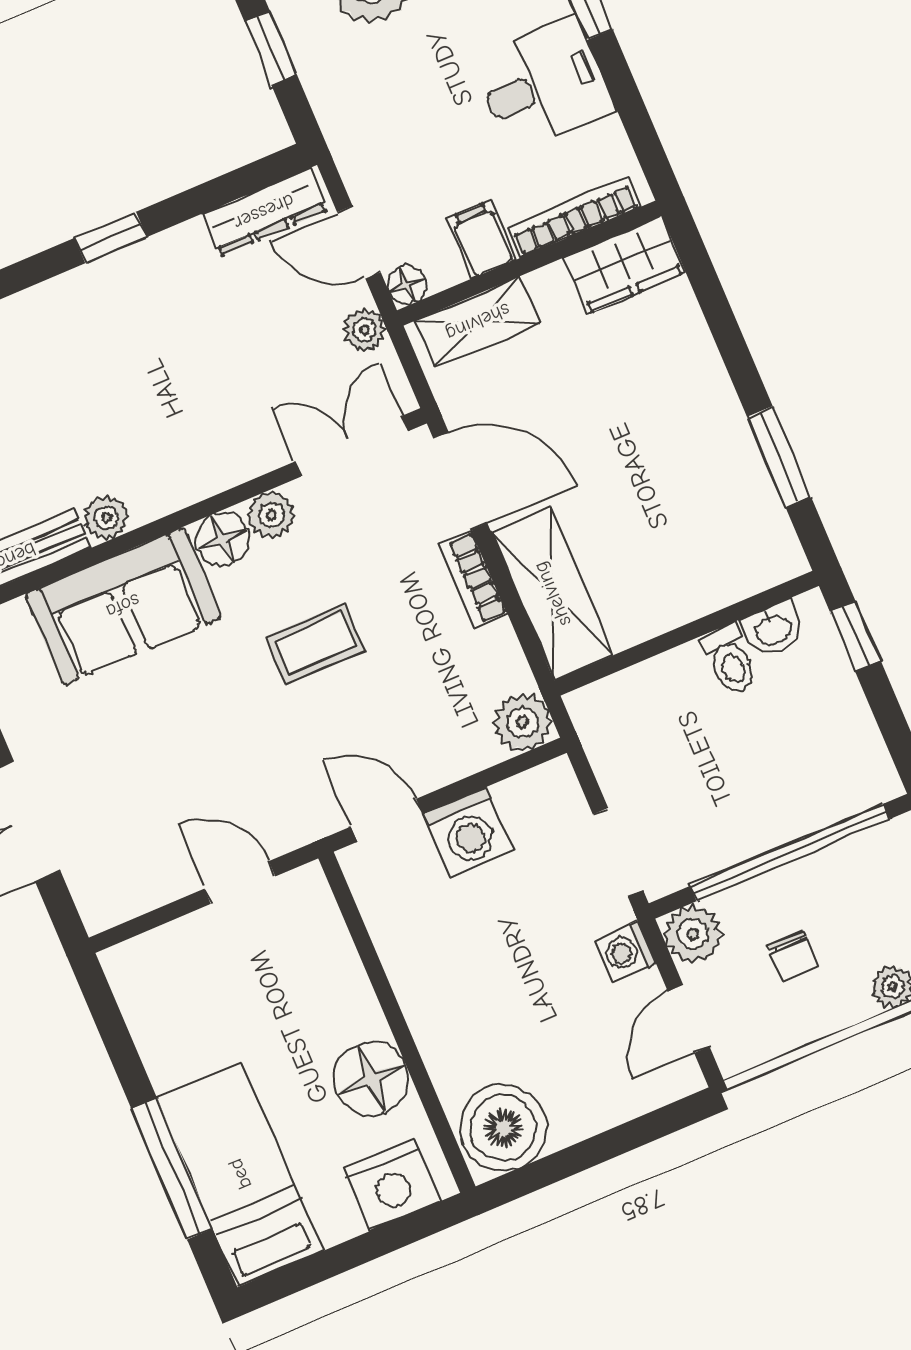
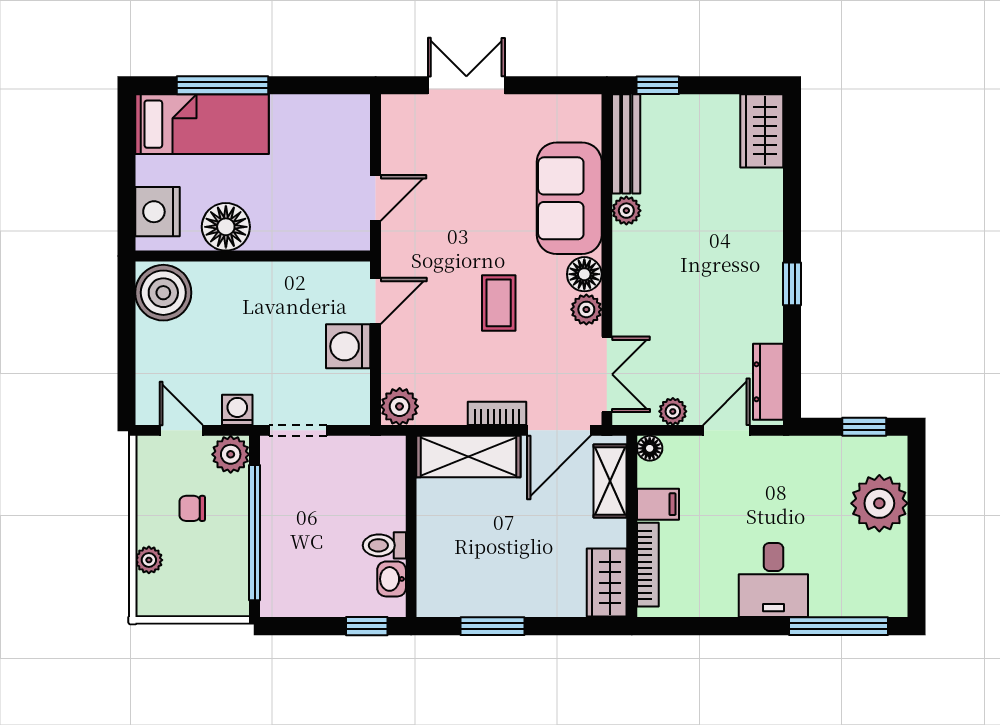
bookcase: (574, 217) -> (648, 565), moved
filing cabinet: (482, 239) -> (658, 504), moved
wall: (529, 263) -> (632, 526), moved
wardrobe: (624, 265) -> (607, 583), moved
floor lamp: (407, 285) -> (650, 448), moved
shelving: (478, 322) -> (610, 481), moved

